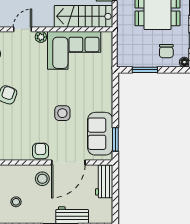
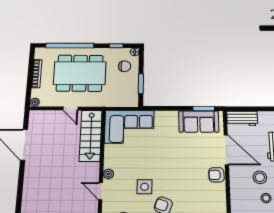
corner sofa: (74, 50) -> (129, 127), moved, turned 90
side table: (62, 113) -> (145, 187), moved
stool: (42, 179) -> (260, 177), moved

